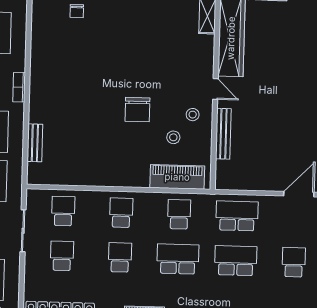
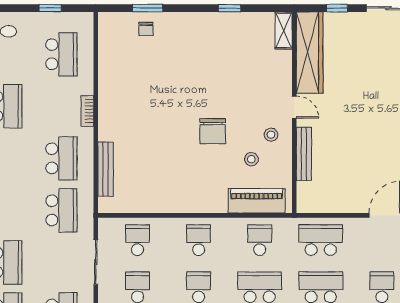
bench: (35, 143) -> (106, 169), width x1.36

